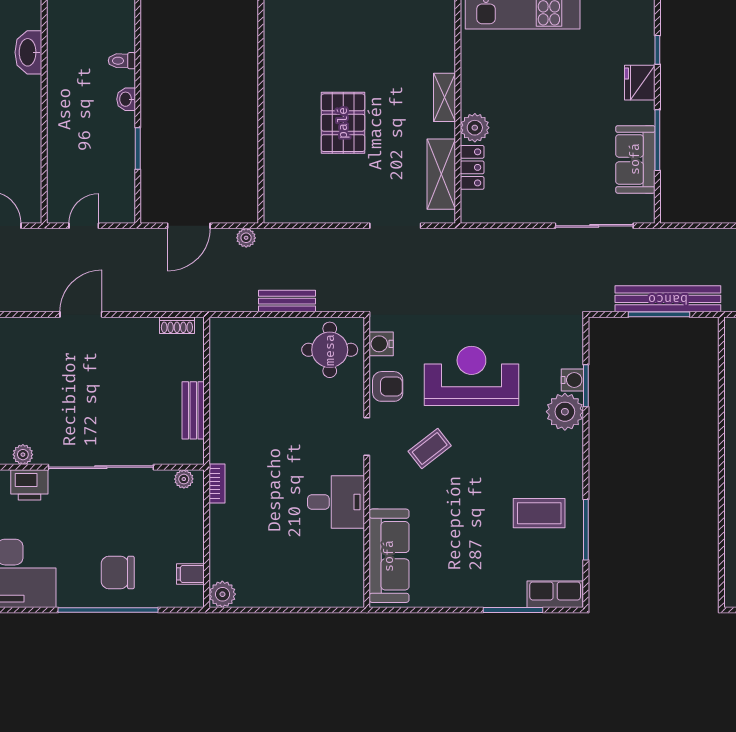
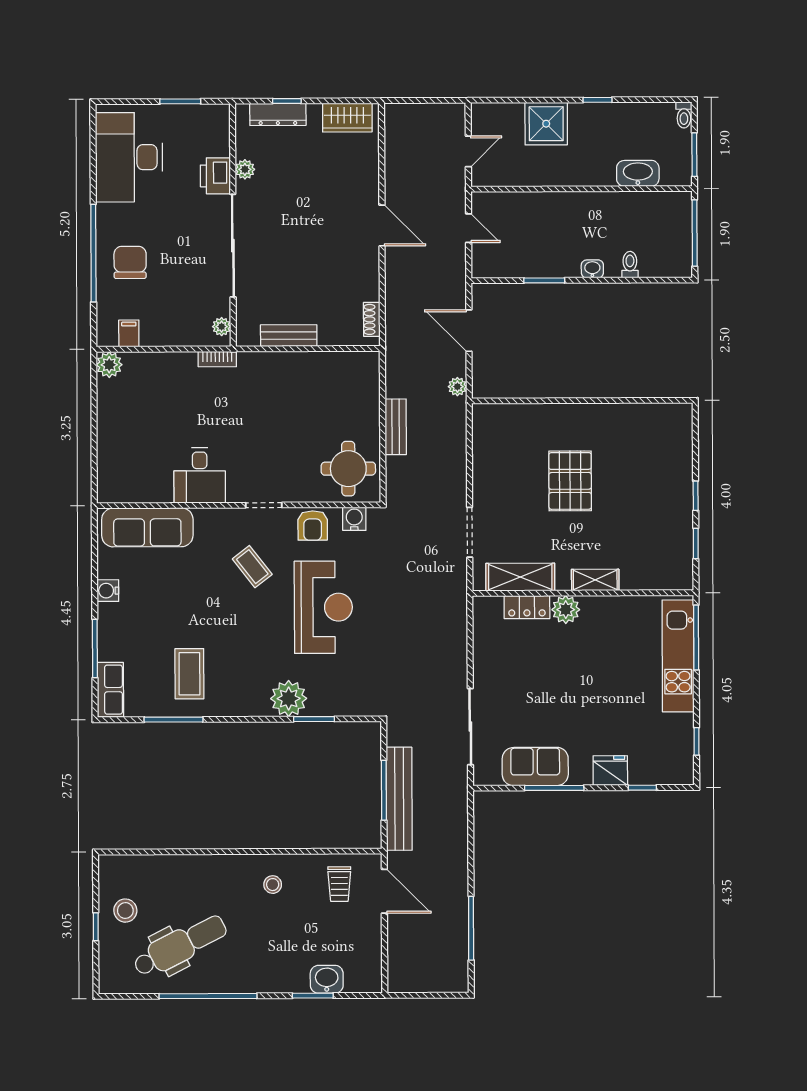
pallet: (343, 123) -> (570, 481), turned 90
water cooler: (572, 380) -> (108, 591), moved, turned 90

